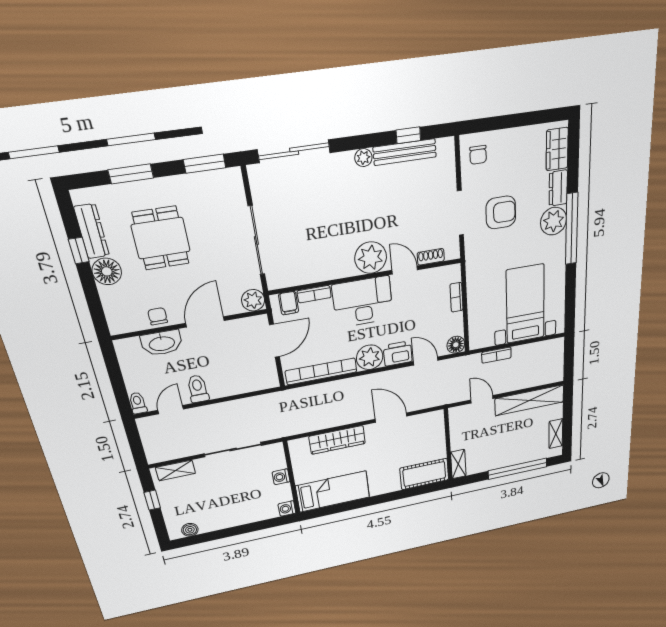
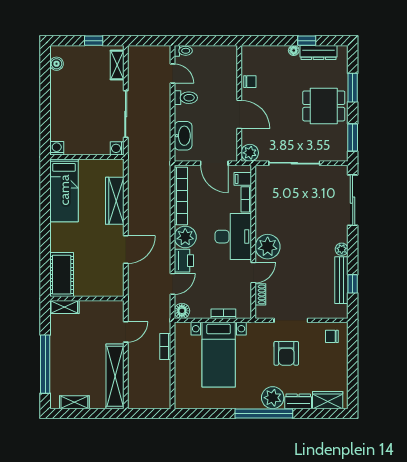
dining table: (161, 238) -> (324, 106), moved
floor lamp: (107, 271) -> (294, 50), width x0.53, depth x0.53
bed with nightstands: (525, 304) -> (219, 355), moved, turned 90
washbasin: (162, 343) -> (183, 136), moved, turned 180
washing machine: (281, 477) -> (117, 148), moved, turned -90

